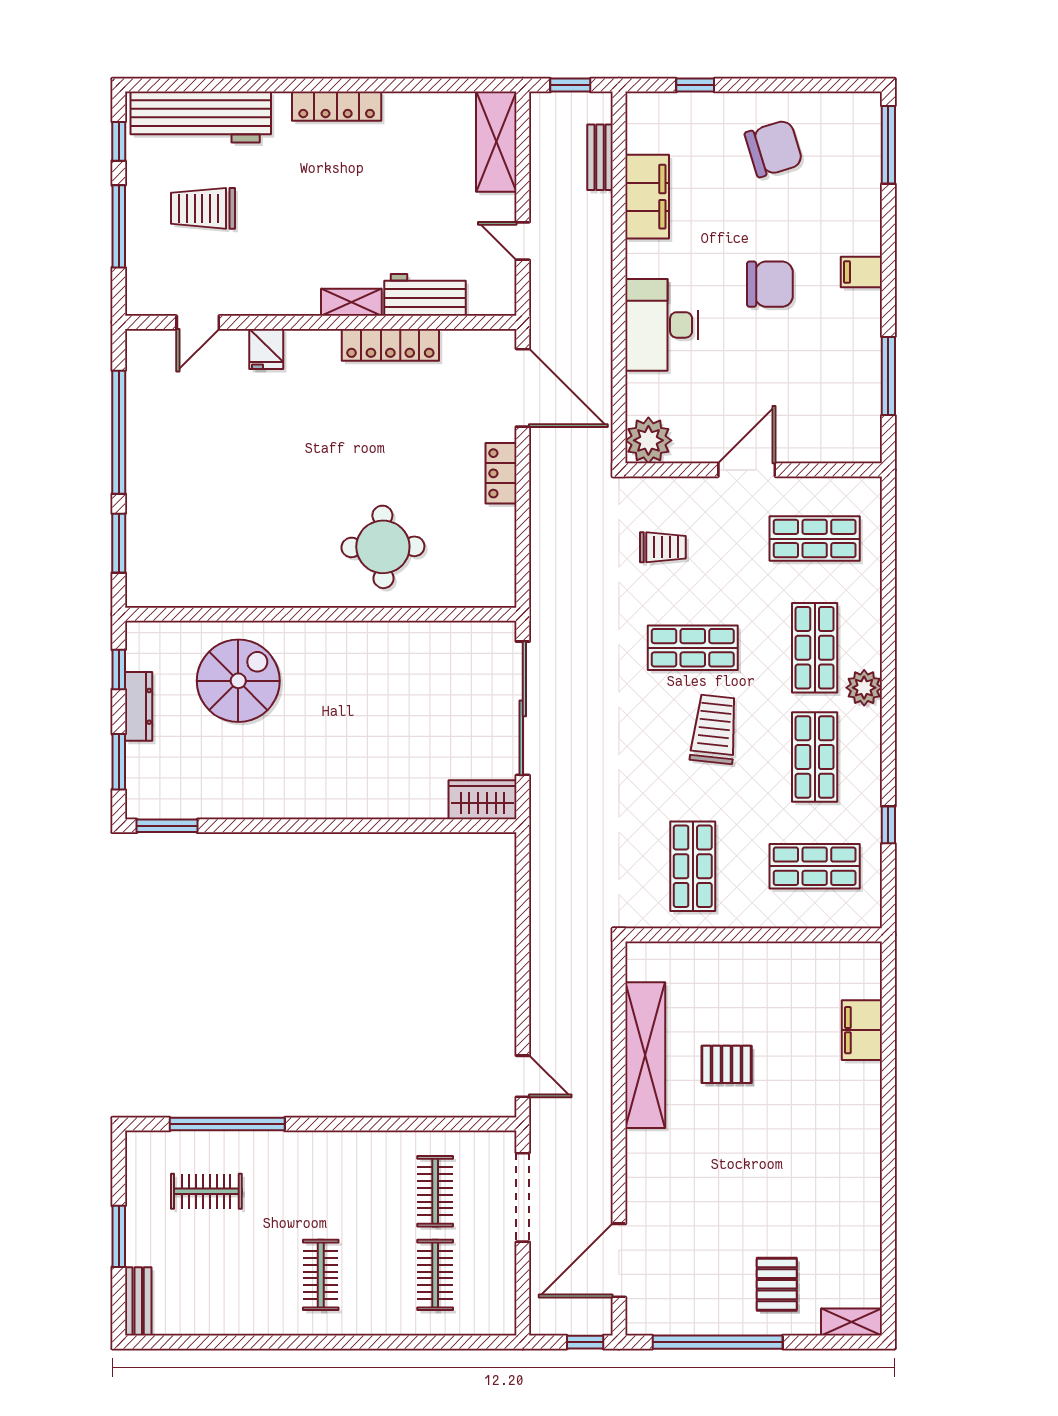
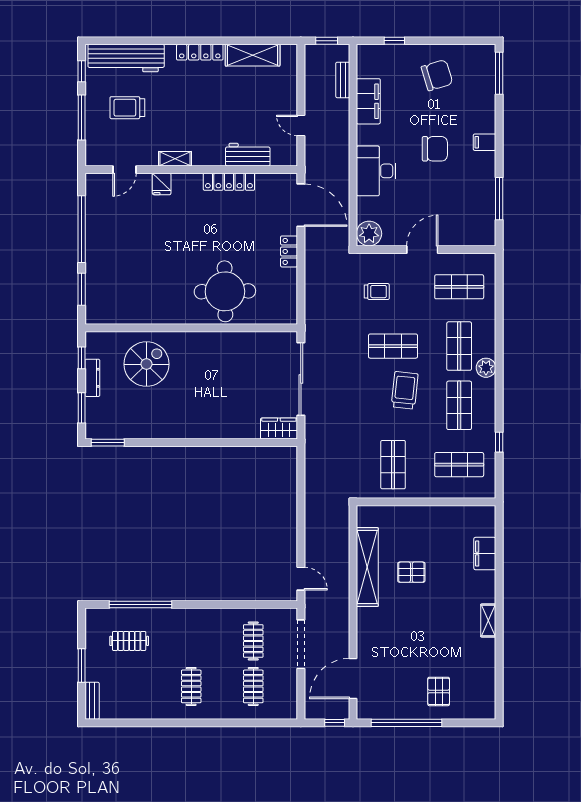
shelving: (496, 142) -> (253, 55), moved, turned 90
shelving: (351, 302) -> (175, 159), moved
round table: (383, 547) -> (225, 291), width x1.36, depth x1.36
shelving: (851, 1322) -> (488, 620), moved, turned 90

